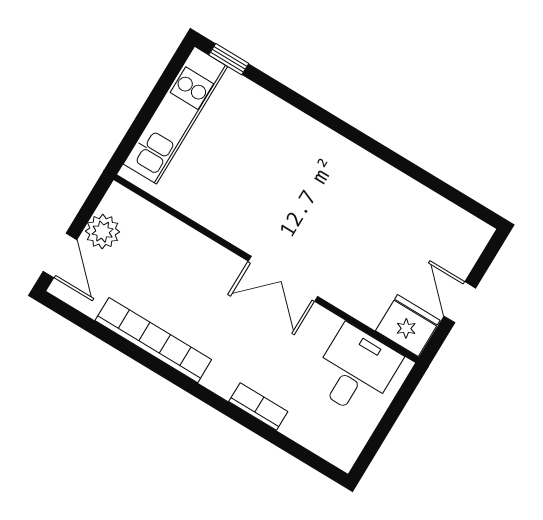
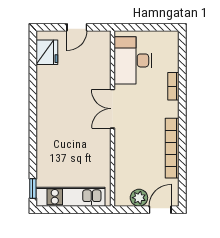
double door: (283, 279) -> (113, 109), swing flipped
fridge: (408, 325) -> (47, 52), moved, turned 180
desk: (356, 371) -> (133, 60), width x1.37

